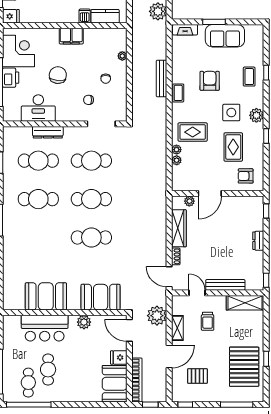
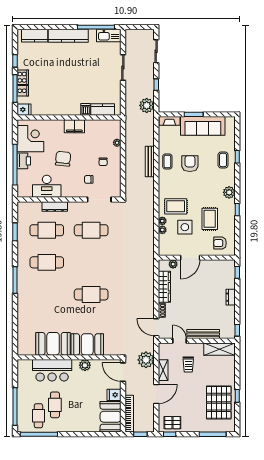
sofa: (225, 36) -> (203, 126), width x1.36
coffee table: (178, 93) -> (167, 161), moved
side table: (231, 113) -> (185, 227), moved
cafe table: (91, 199) -> (91, 262), removed
booth: (101, 297) -> (87, 344), moved
pallet: (197, 376) -> (172, 423), moved

